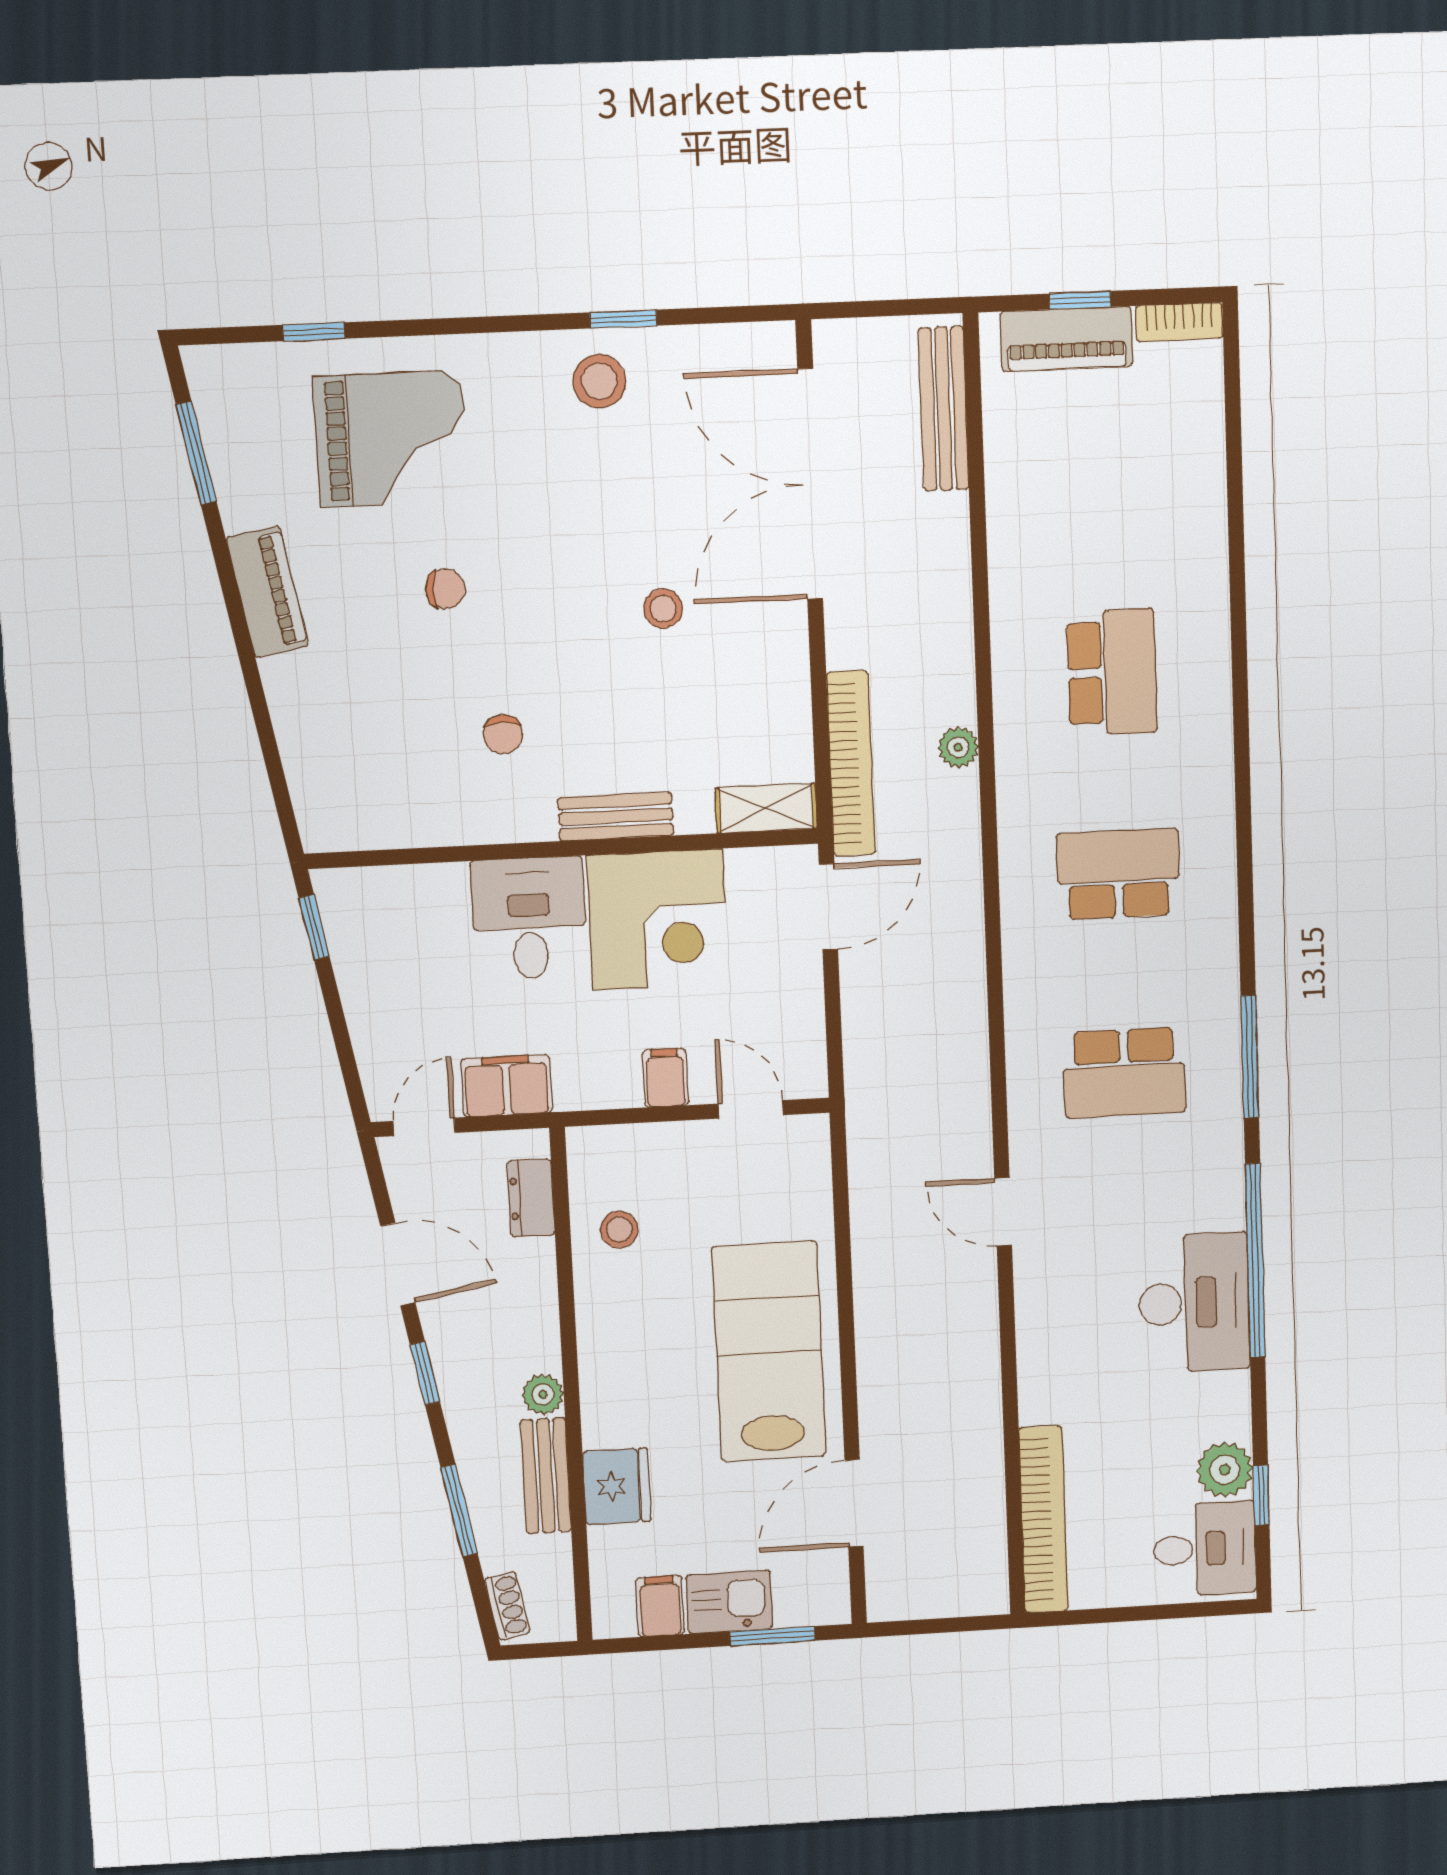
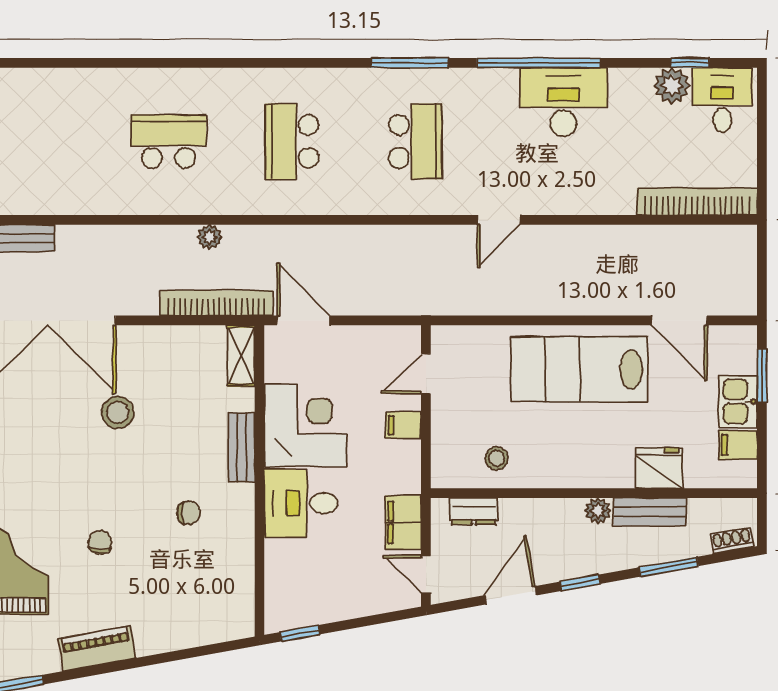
stool: (663, 609) -> (118, 412), width x1.37, depth x1.37

